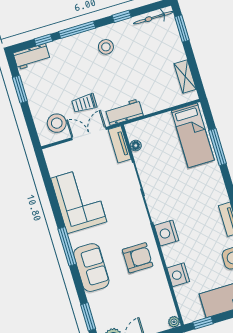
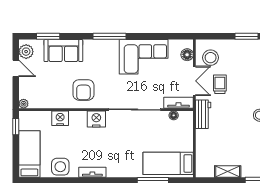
shelving: (185, 76) -> (228, 171), moved
floor lamp: (62, 151) -> (187, 55), added
sofa: (91, 268) -> (63, 51), moved

